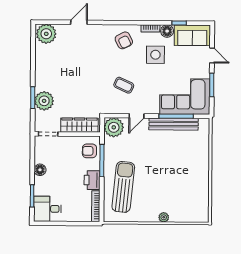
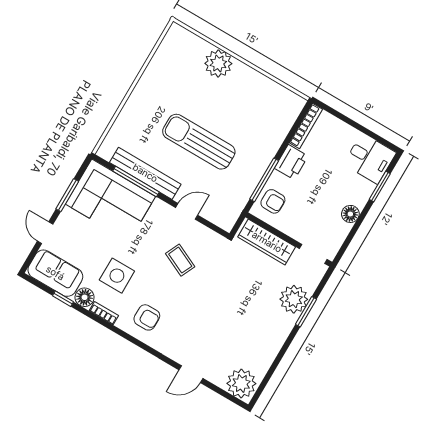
armchair: (124, 40) -> (147, 317), turned 117
plant: (114, 127) -> (224, 214), removed
sun lounger: (123, 187) -> (199, 142), moved, turned 84
plant: (164, 217) -> (218, 63), width x1.88, depth x1.88

